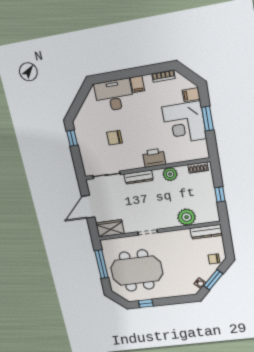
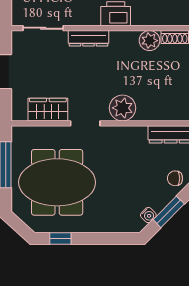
plant: (170, 174) -> (150, 41), moved
plant: (187, 217) -> (123, 108), moved
wardrobe: (110, 228) -> (48, 110), moved

